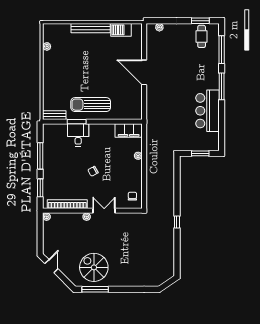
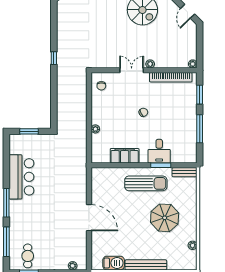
parasol: (73, 72) -> (165, 218), added
filing cabinet: (129, 131) -> (125, 156), moved
double door: (104, 211) -> (132, 70), swing flipped

